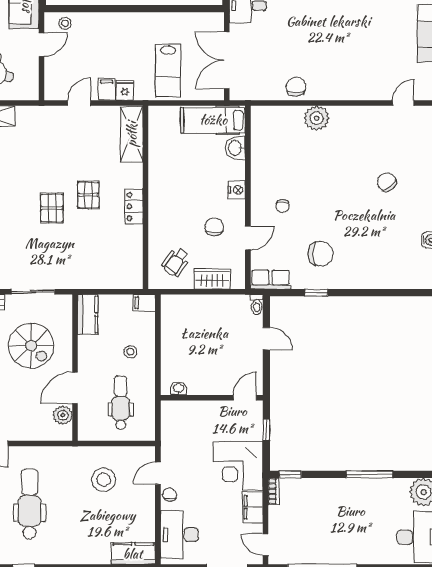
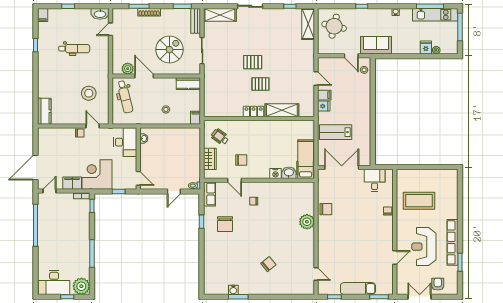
shelving: (132, 134) -> (282, 110), moved
nightstand: (237, 190) -> (275, 174), moved
spiral stairs: (31, 346) -> (170, 50), turned 180
dental chair: (121, 403) -> (125, 97), moved, turned 76
dental chair: (30, 504) -> (74, 49), width x0.73, depth x0.72
desk: (179, 535) -> (125, 142), moved, turned 90

